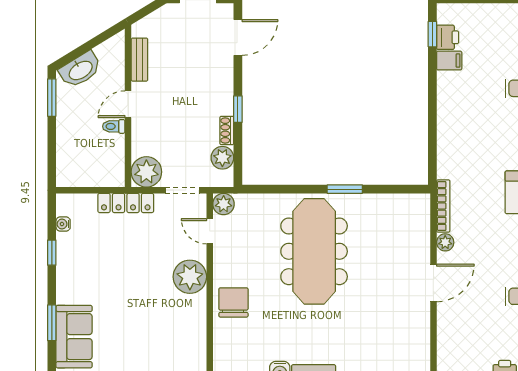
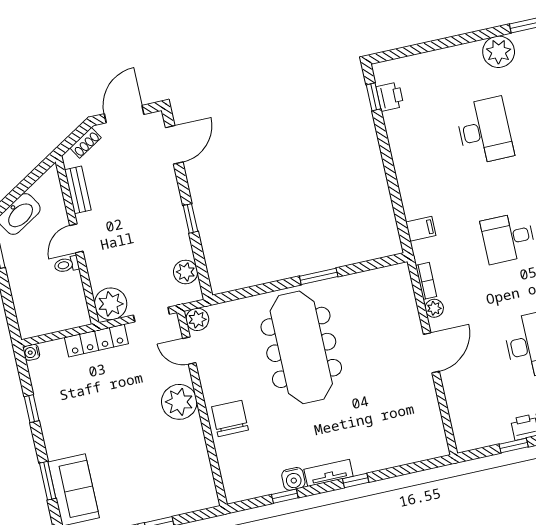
filing cabinet: (449, 61) -> (421, 229), moved
shoe rack: (227, 130) -> (85, 143), moved, turned -121
bookcase: (443, 206) -> (426, 281), width x0.64
water cooler: (63, 224) -> (31, 352), moved

